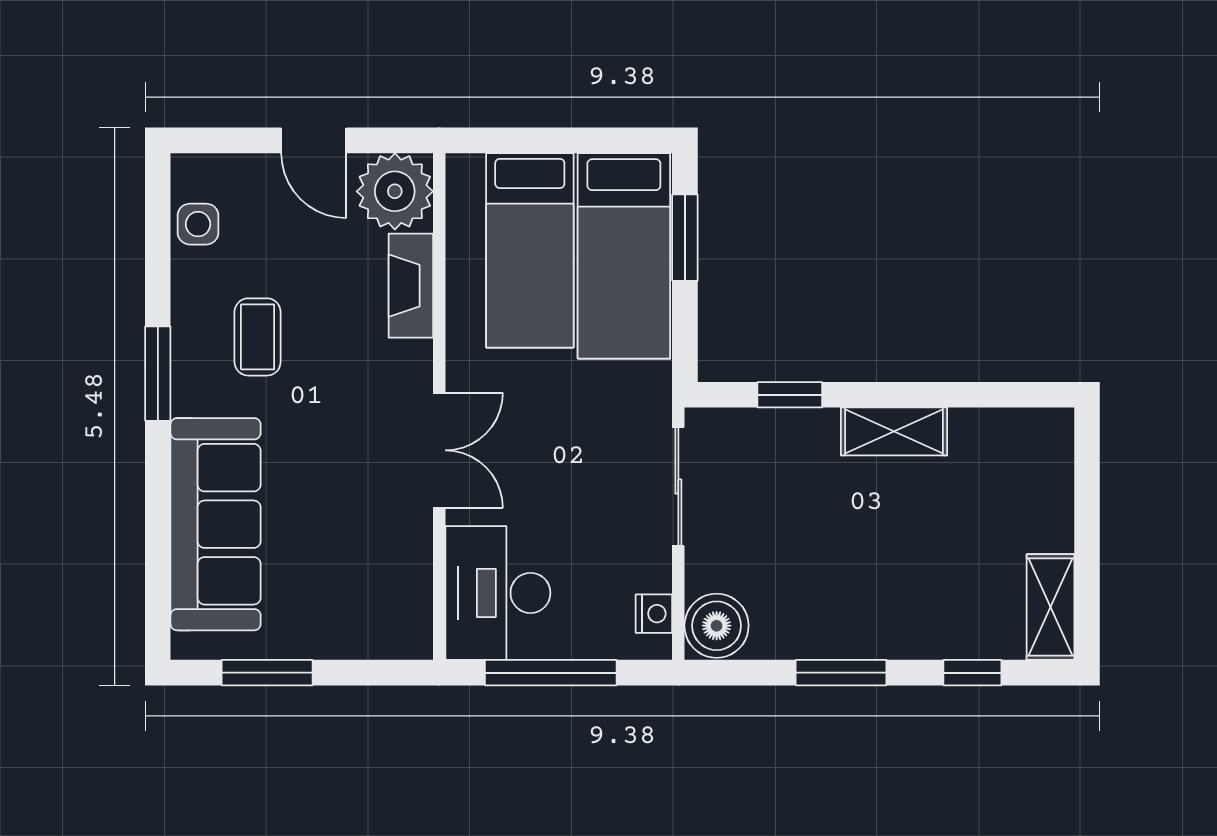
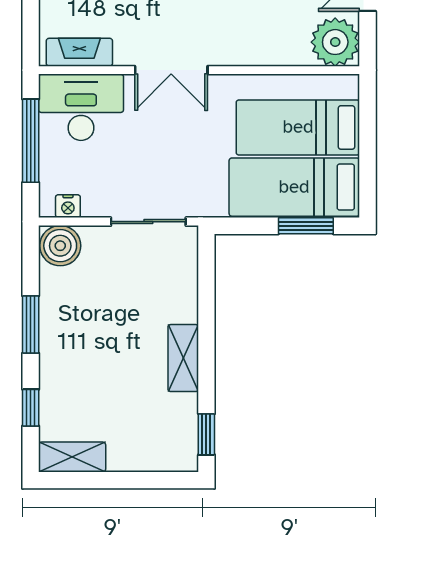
fireplace: (411, 286) -> (79, 52), moved
window: (790, 395) -> (206, 434), moved

